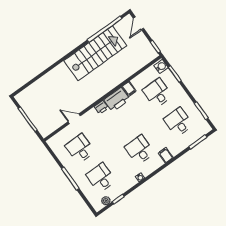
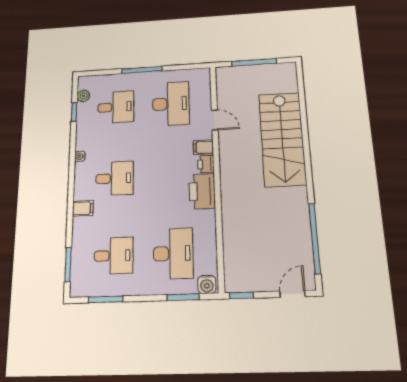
door: (138, 23) -> (292, 294), hinge flipped
stairs: (95, 53) -> (282, 139), moved
filing cabinet: (129, 89) -> (203, 147), moved
desk: (157, 93) -> (173, 253), width x1.37
door: (74, 119) -> (215, 120), hinge flipped
desk: (80, 149) -> (171, 104), width x1.37

